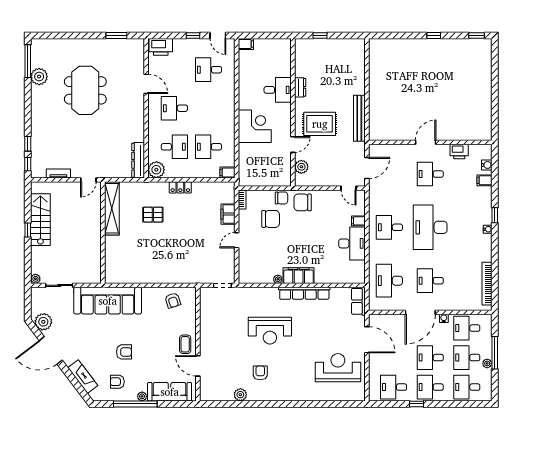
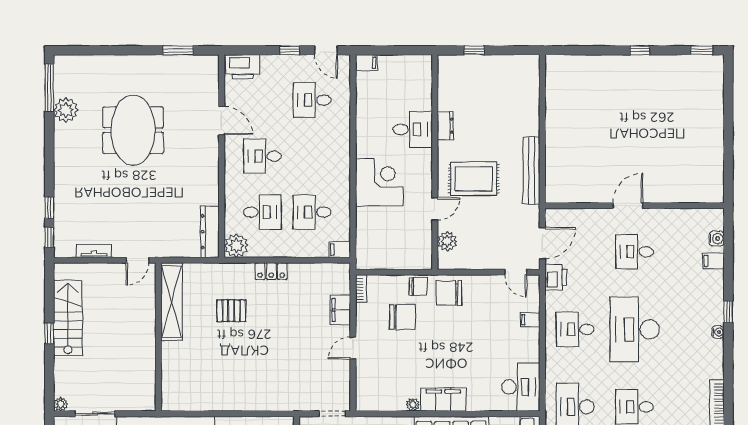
printer: (459, 151) -> (556, 277), moved, turned -90
desk: (352, 243) -> (521, 387), moved

